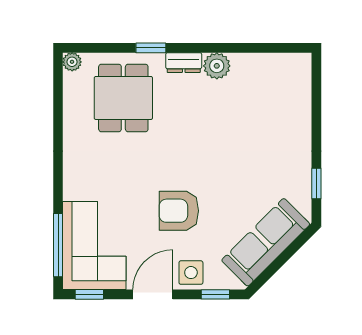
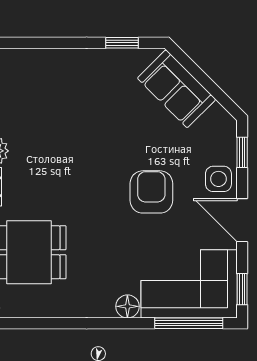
floor lamp: (73, 189) -> (127, 306), added
armchair: (179, 211) -> (151, 192), turned 180
sofa: (266, 242) -> (177, 89), width x0.73

